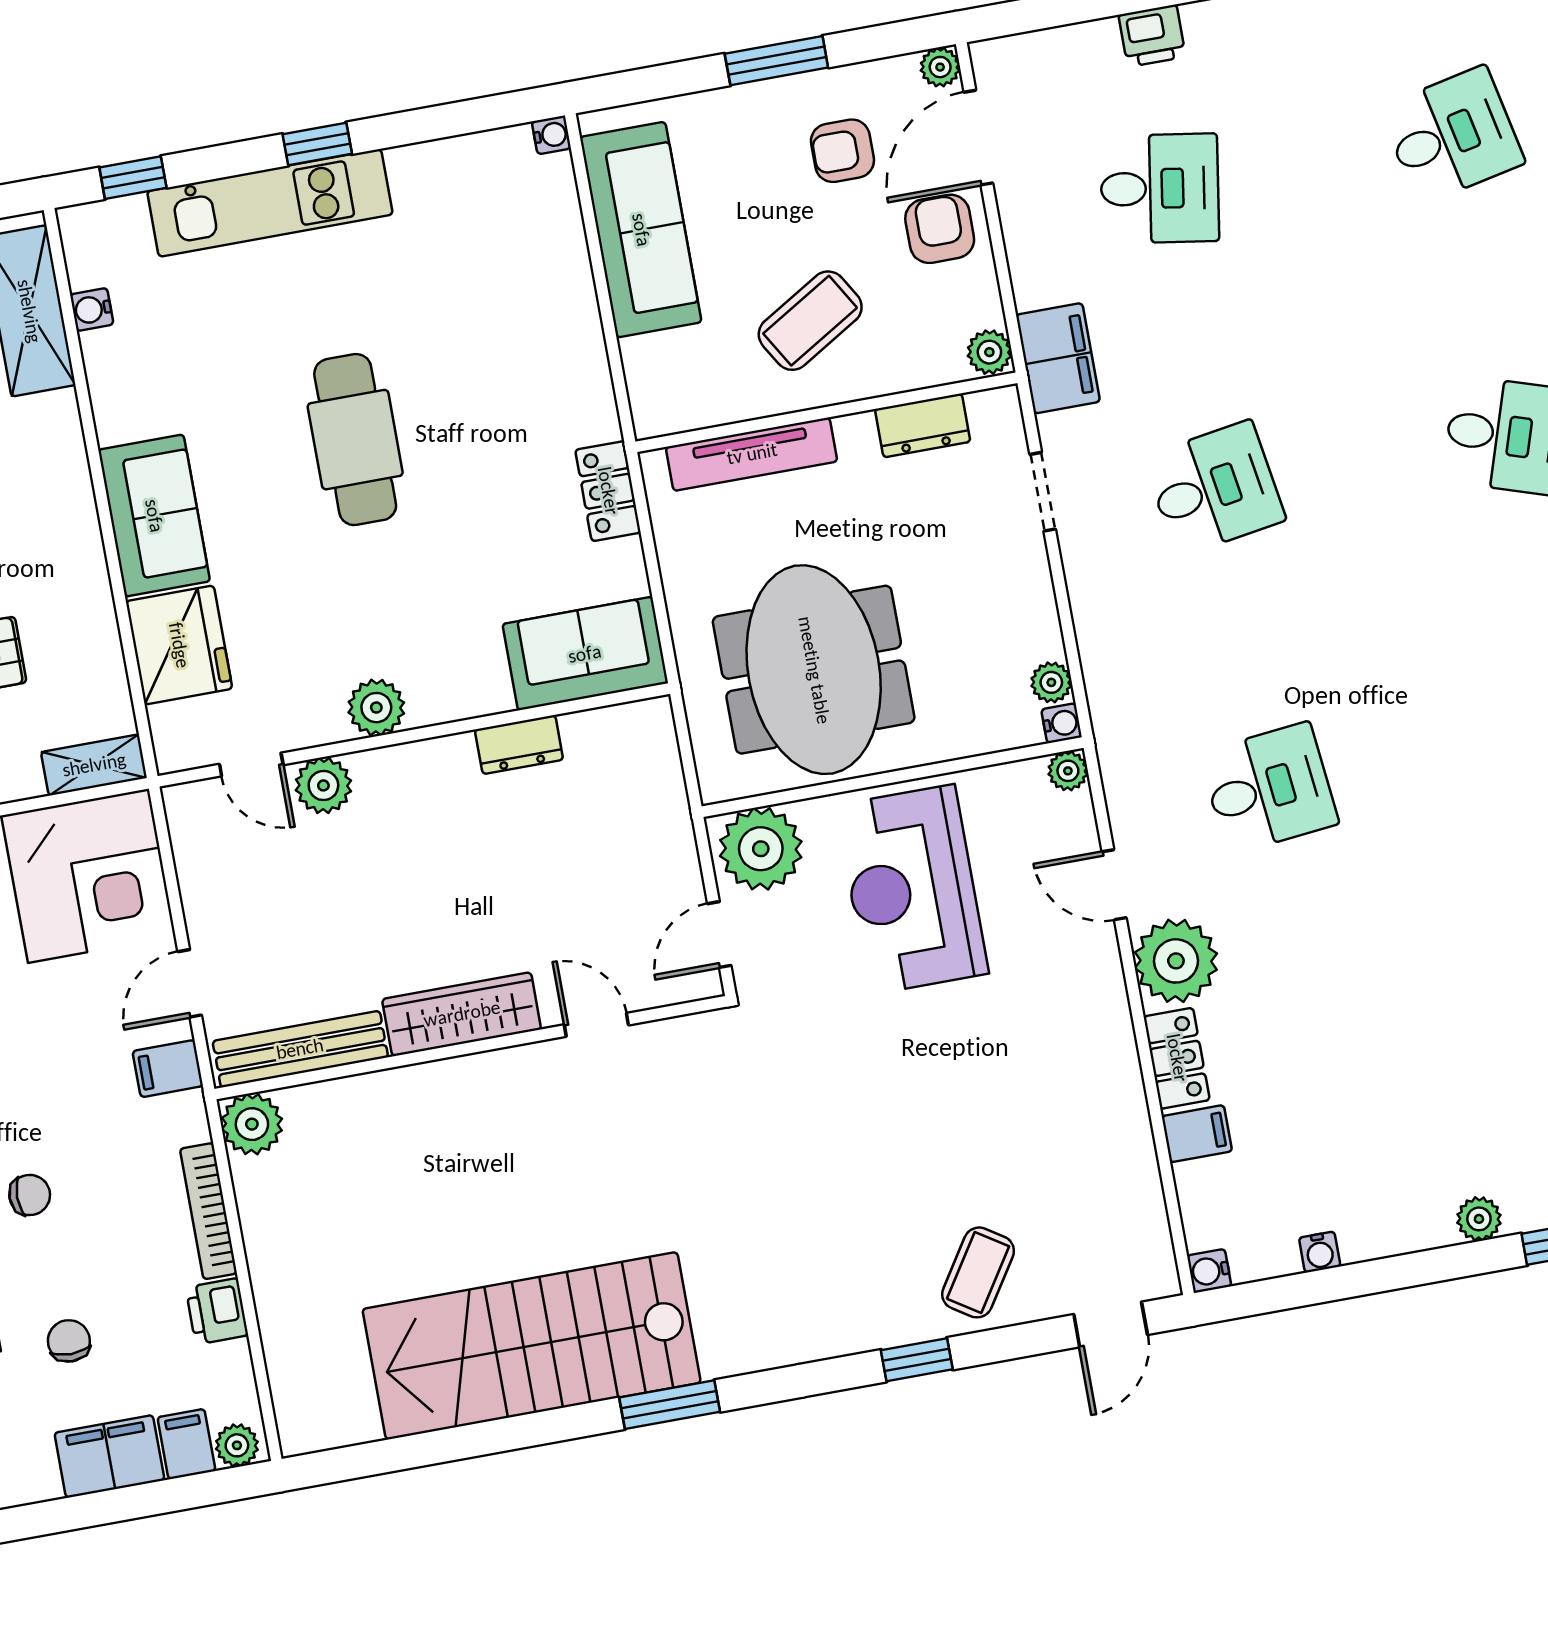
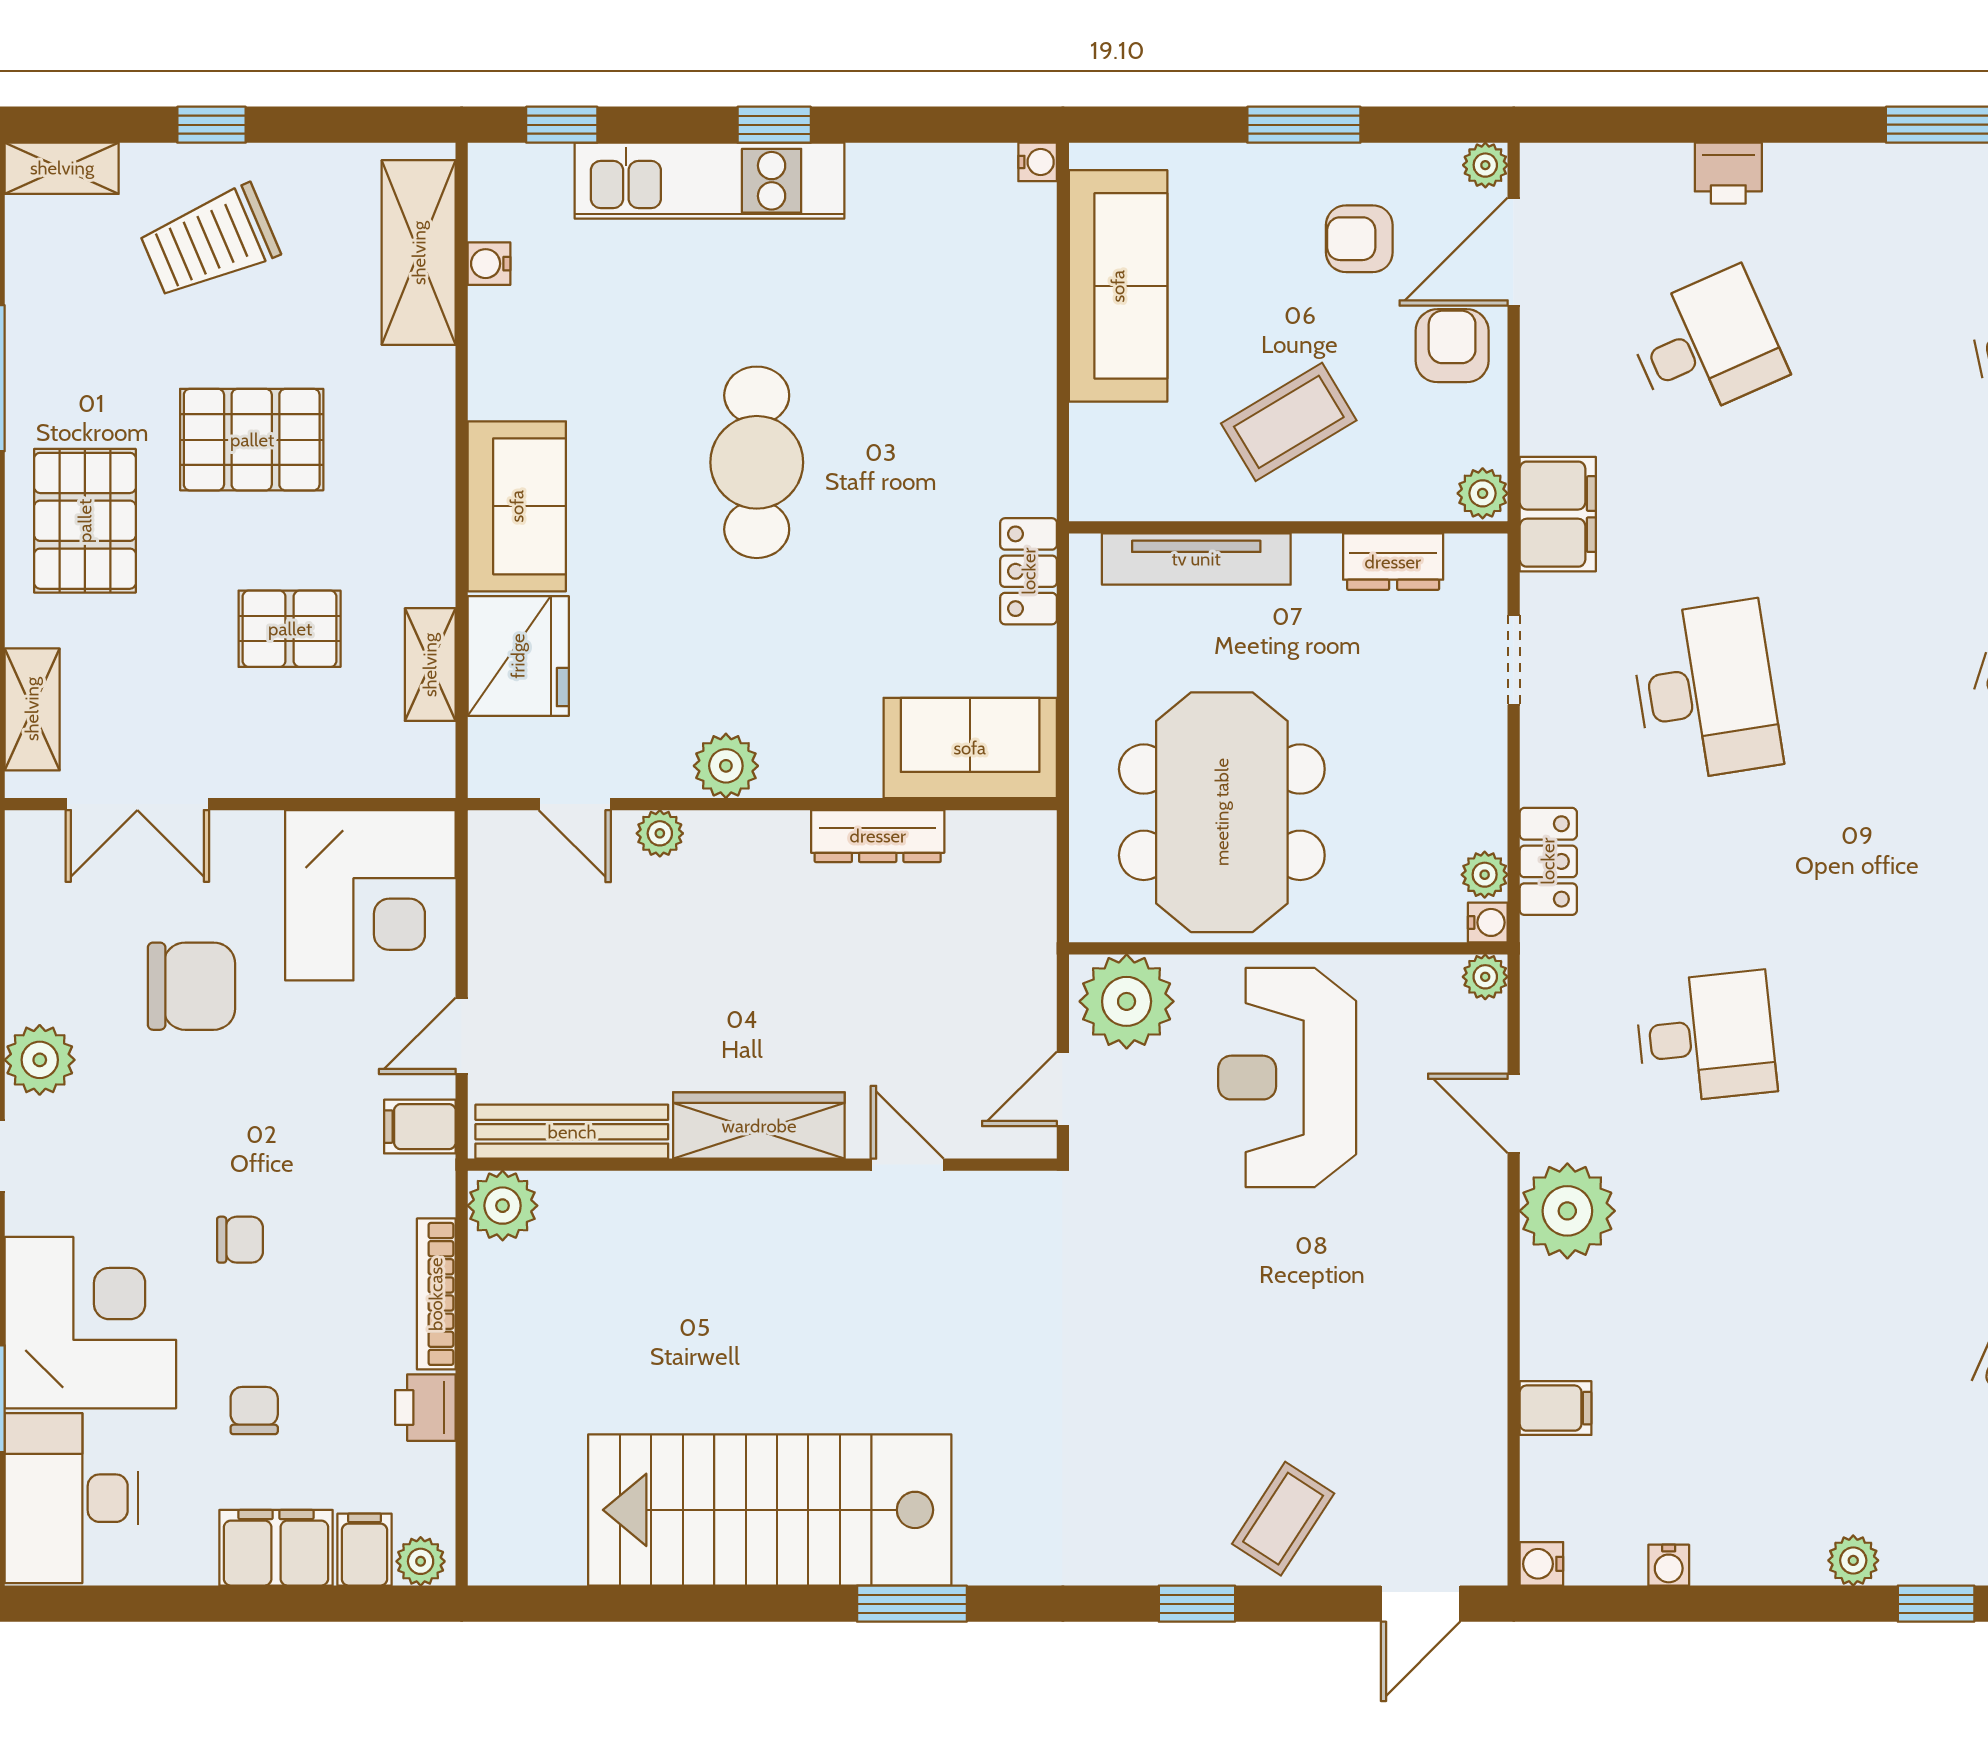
desk: (1160, 188) -> (1706, 345), turned -33
desk: (1214, 488) -> (1706, 691), width x1.37
dresser: (519, 745) -> (878, 836), width x1.44
shelving: (94, 765) -> (430, 665), moved, turned 90
plant: (323, 785) -> (660, 833), width x0.73, depth x0.73
locker: (1177, 1058) -> (1548, 861), moved

